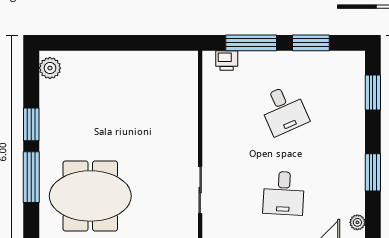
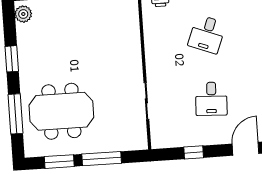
desk: (284, 110) -> (207, 34), turned 45
window: (31, 177) -> (15, 114), moved

